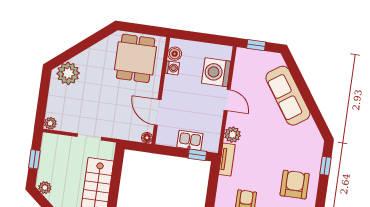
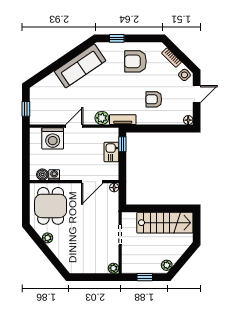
dining table: (136, 58) -> (51, 206), turned 90
plant: (68, 73) -> (48, 238), moved, width x0.53, depth x0.53
sofa: (288, 96) -> (80, 66), moved

